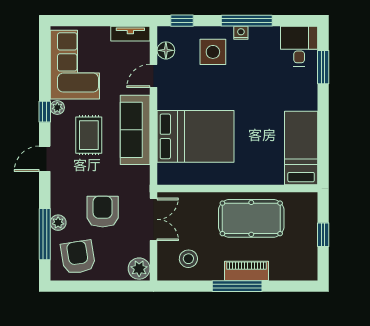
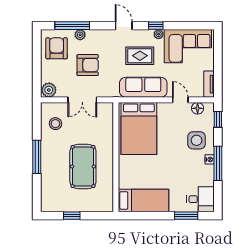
bed: (301, 148) -> (144, 200), moved
wall: (237, 188) -> (116, 157), moved
armchair: (78, 257) -> (57, 48), turned -81
piano: (246, 271) -> (47, 163), removed

